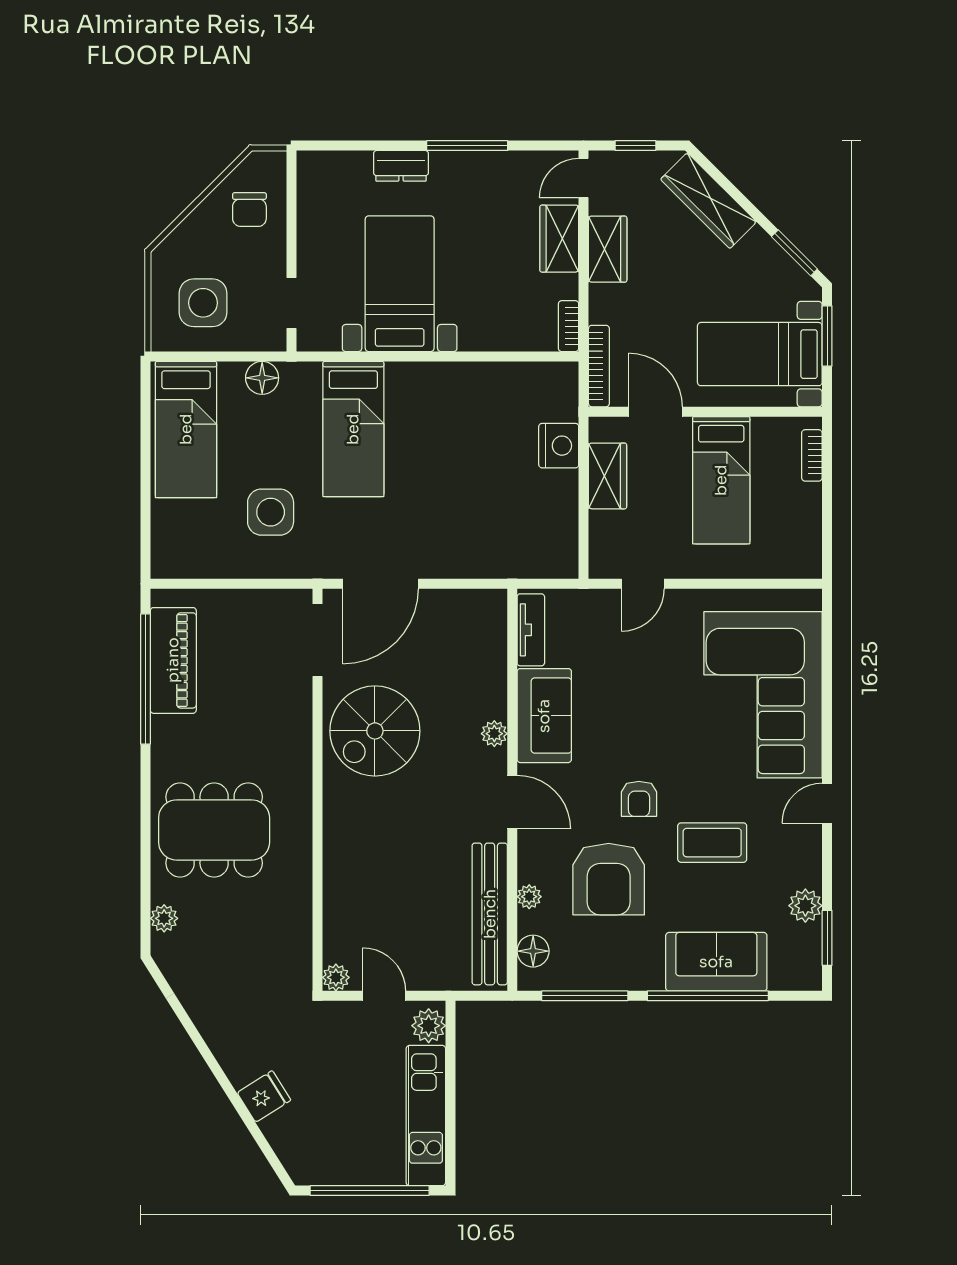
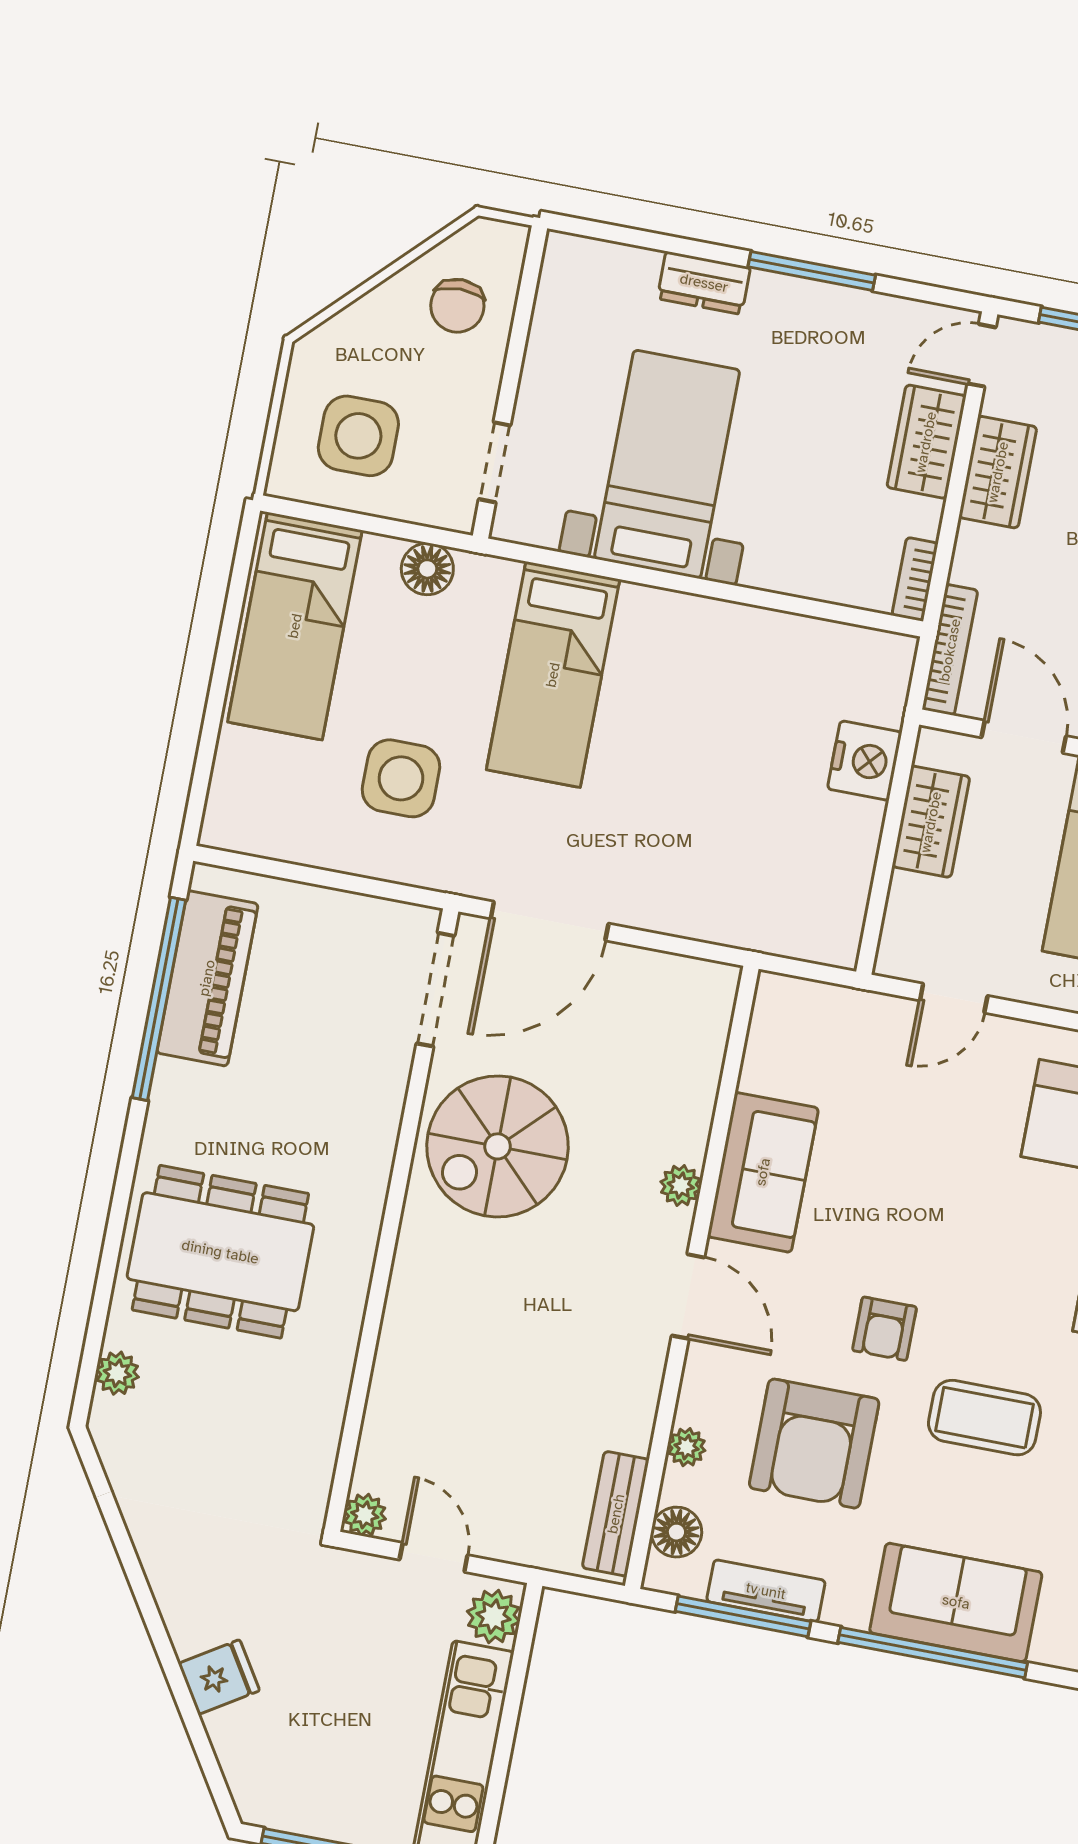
tv unit: (531, 630) -> (766, 1591), moved, turned -90
bench: (490, 914) -> (616, 1514), width x0.54, depth x0.82

